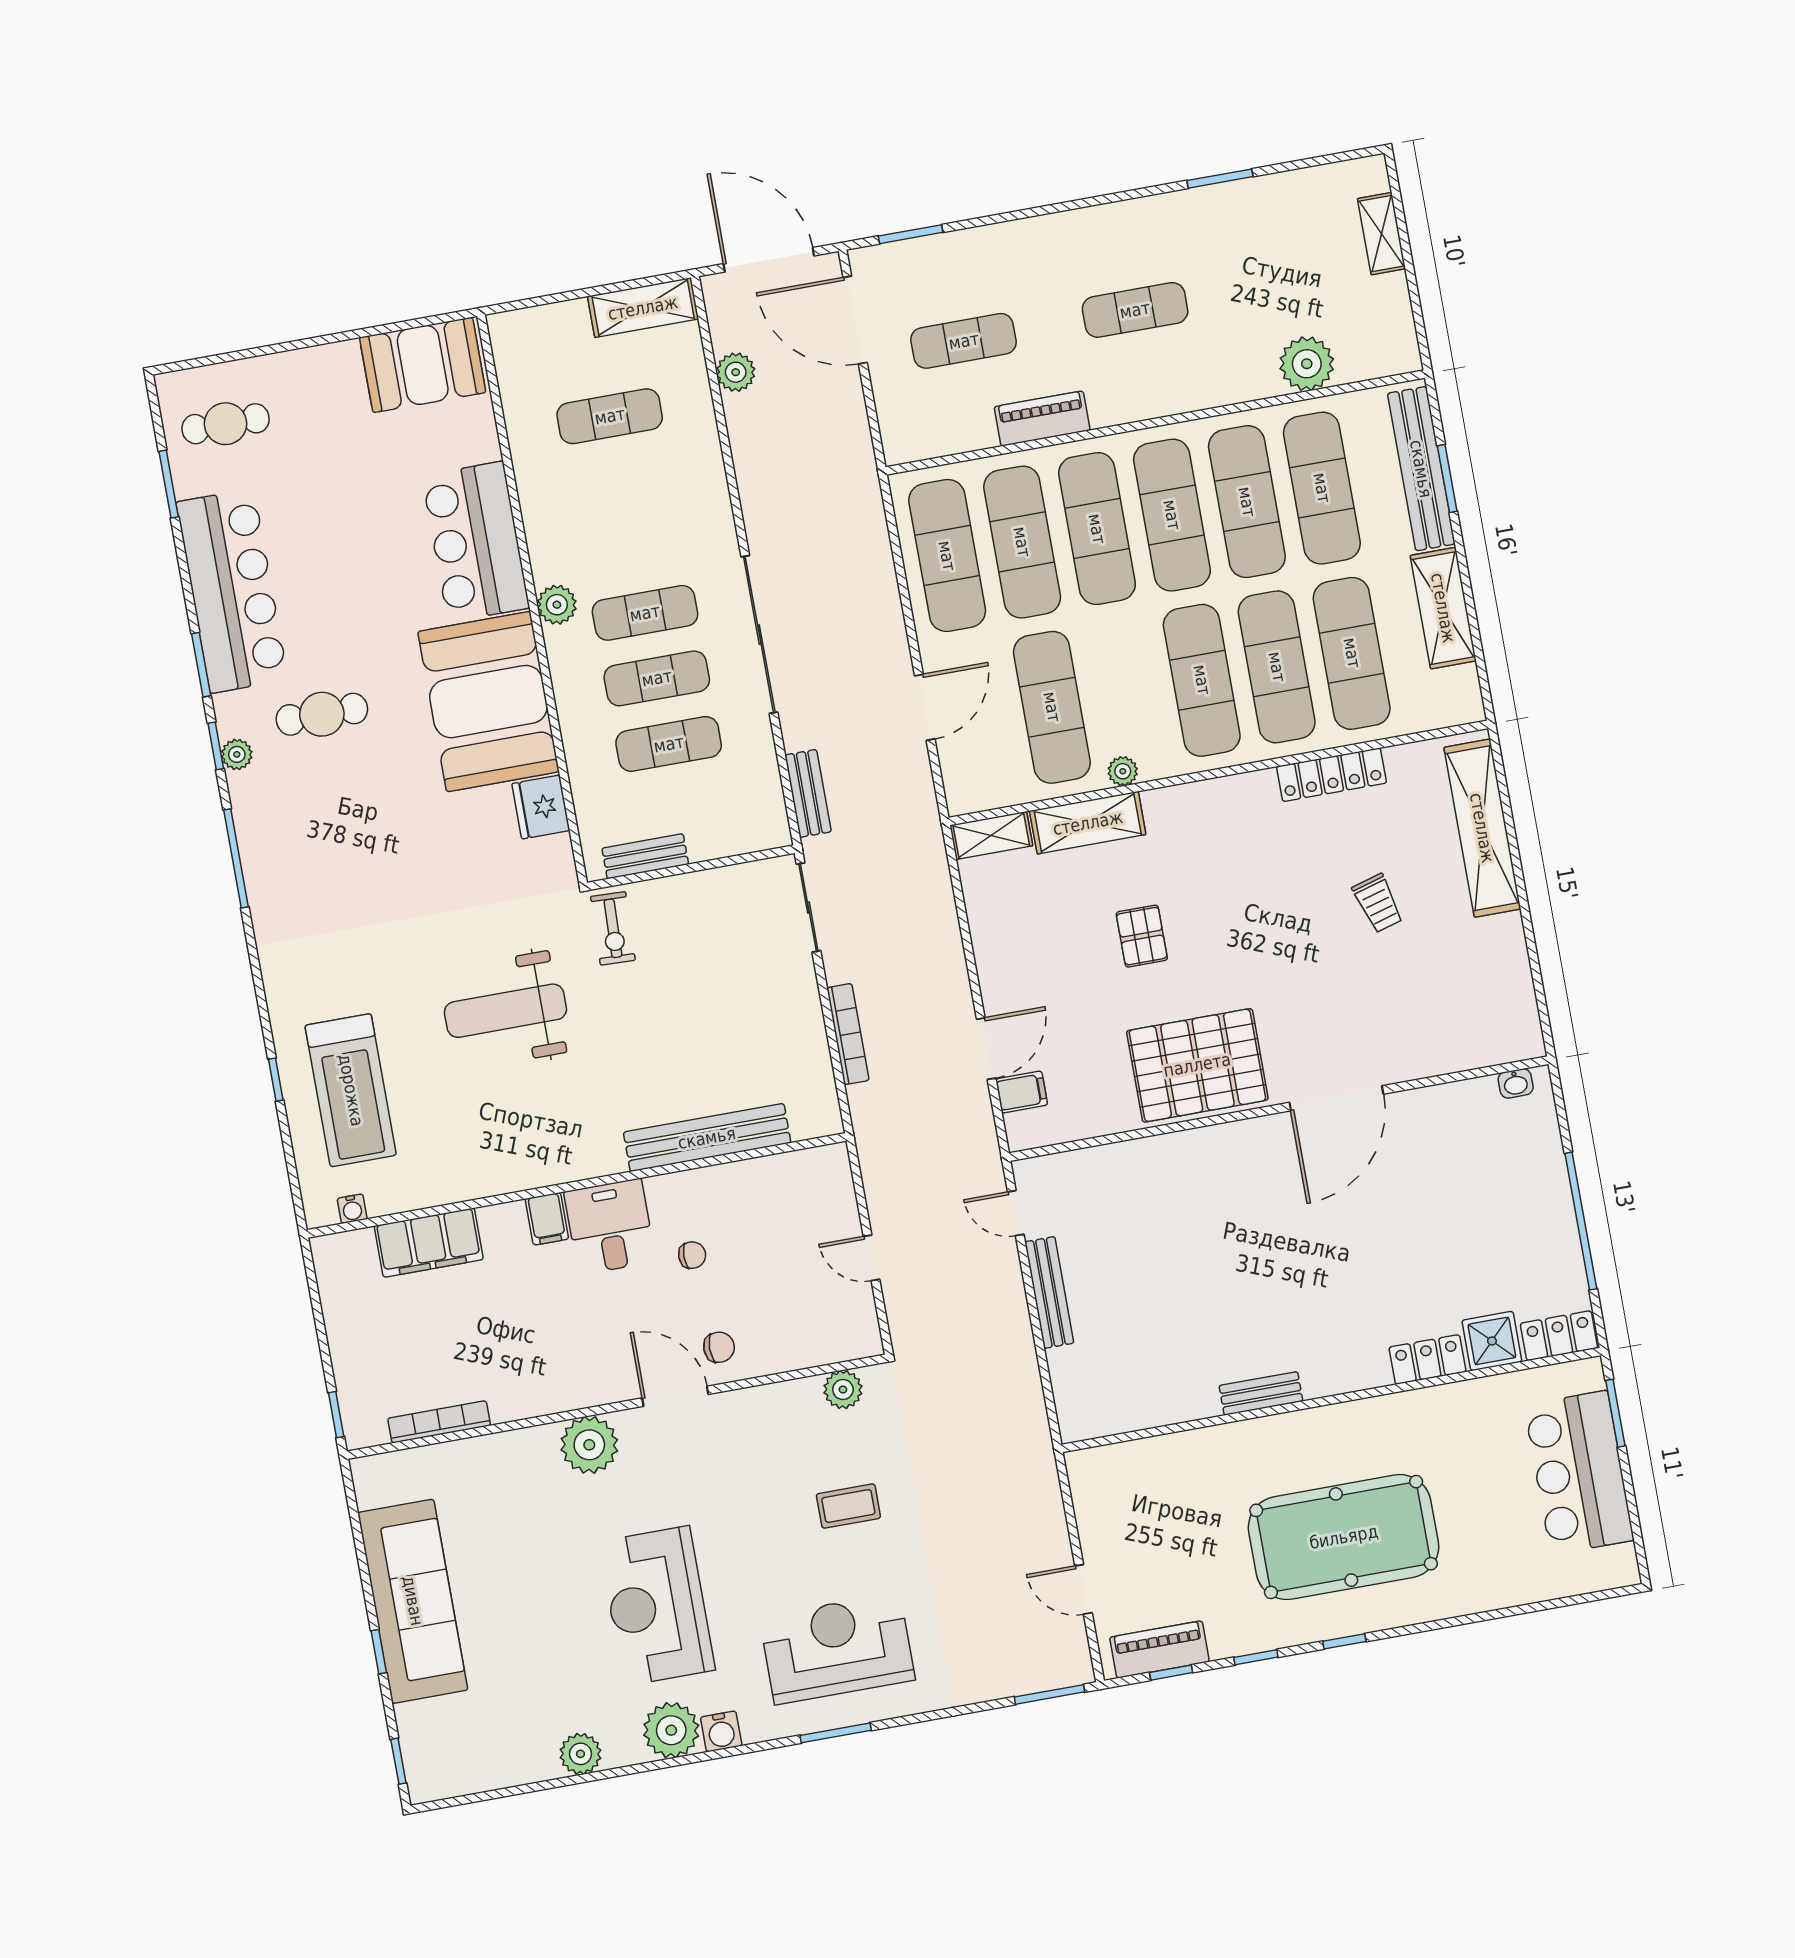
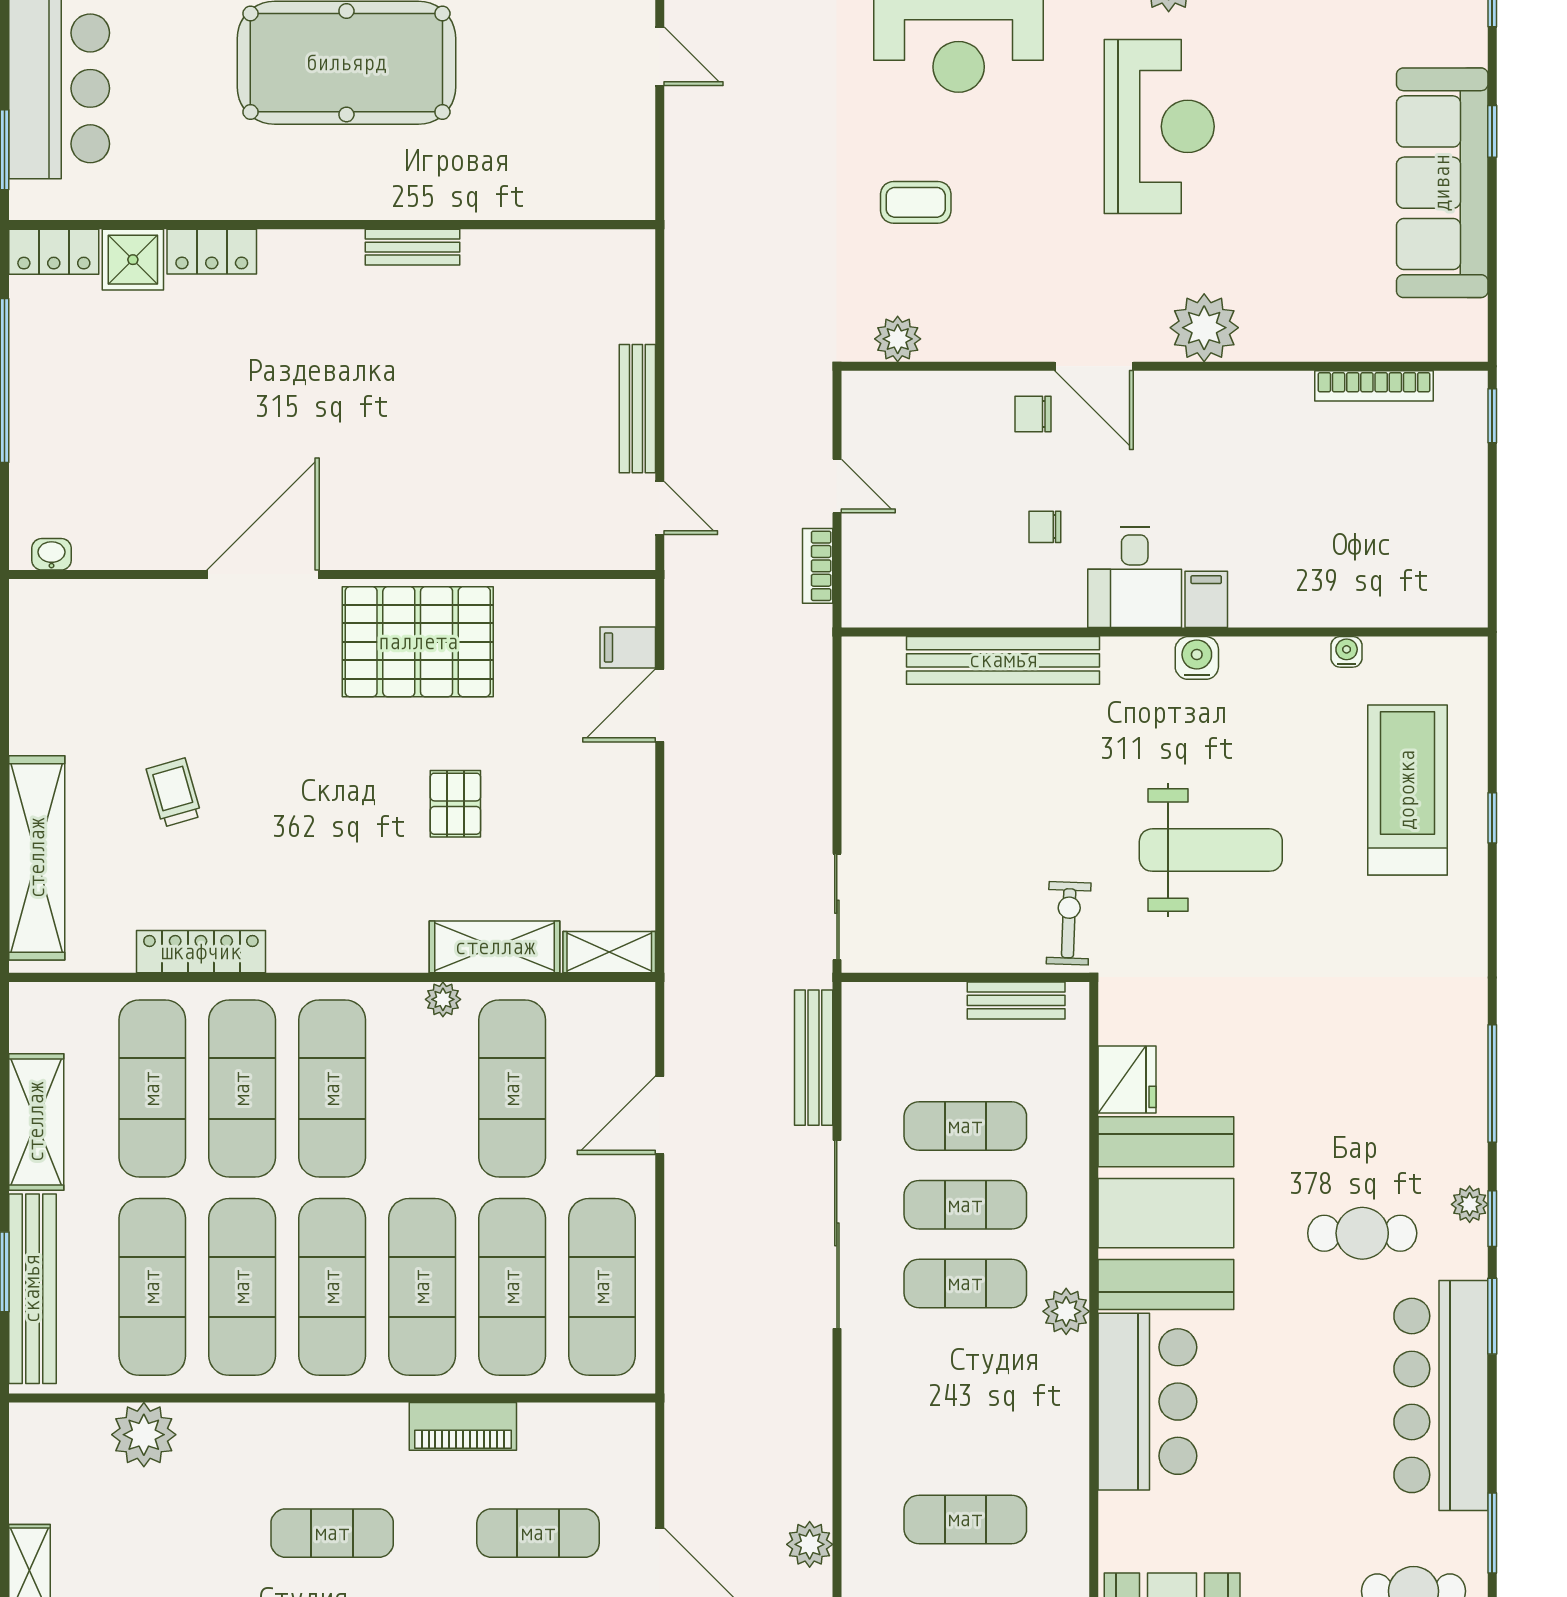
bench: (808, 793) -> (814, 1058), width x1.36
bookcase: (848, 1034) -> (818, 566), moved, width x0.64
water cooler: (546, 1169) -> (1197, 658), added
water cooler: (352, 1209) -> (1347, 652), moved
filing cabinet: (429, 1243) -> (1349, 596), removed

